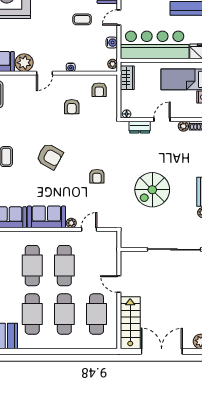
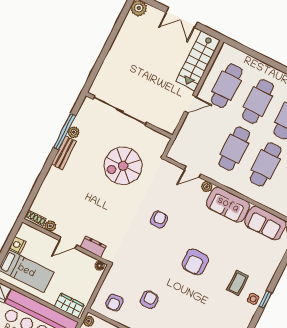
wardrobe: (127, 78) -> (69, 305), moved, turned 90
armchair: (99, 90) -> (114, 303), turned 180
armchair: (50, 156) -> (195, 262), turned -119
spiral stairs: (152, 190) -> (123, 166), moved, turned 180
door: (119, 284) -> (190, 104), hinge flipped
double door: (162, 351) -> (182, 18), width x0.73

